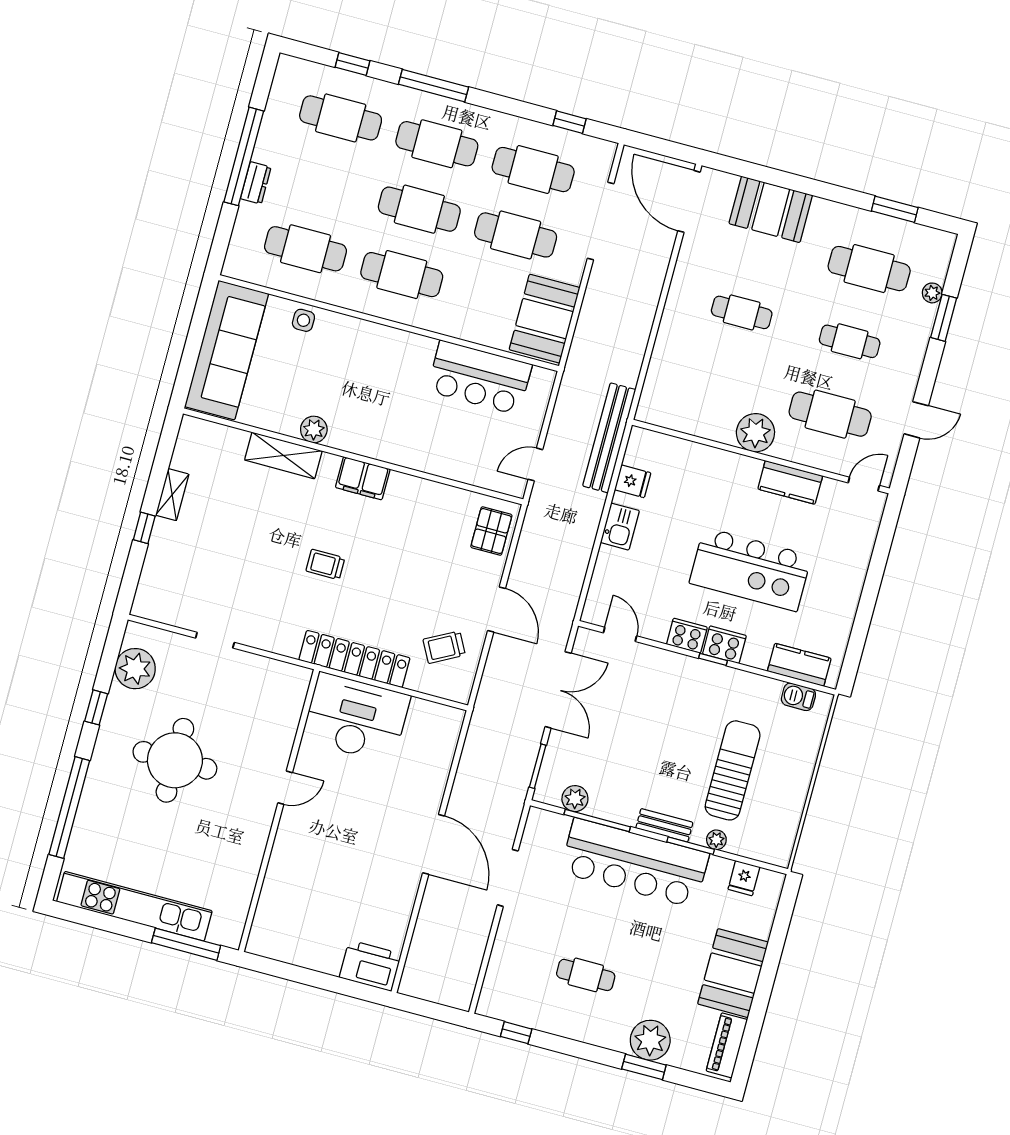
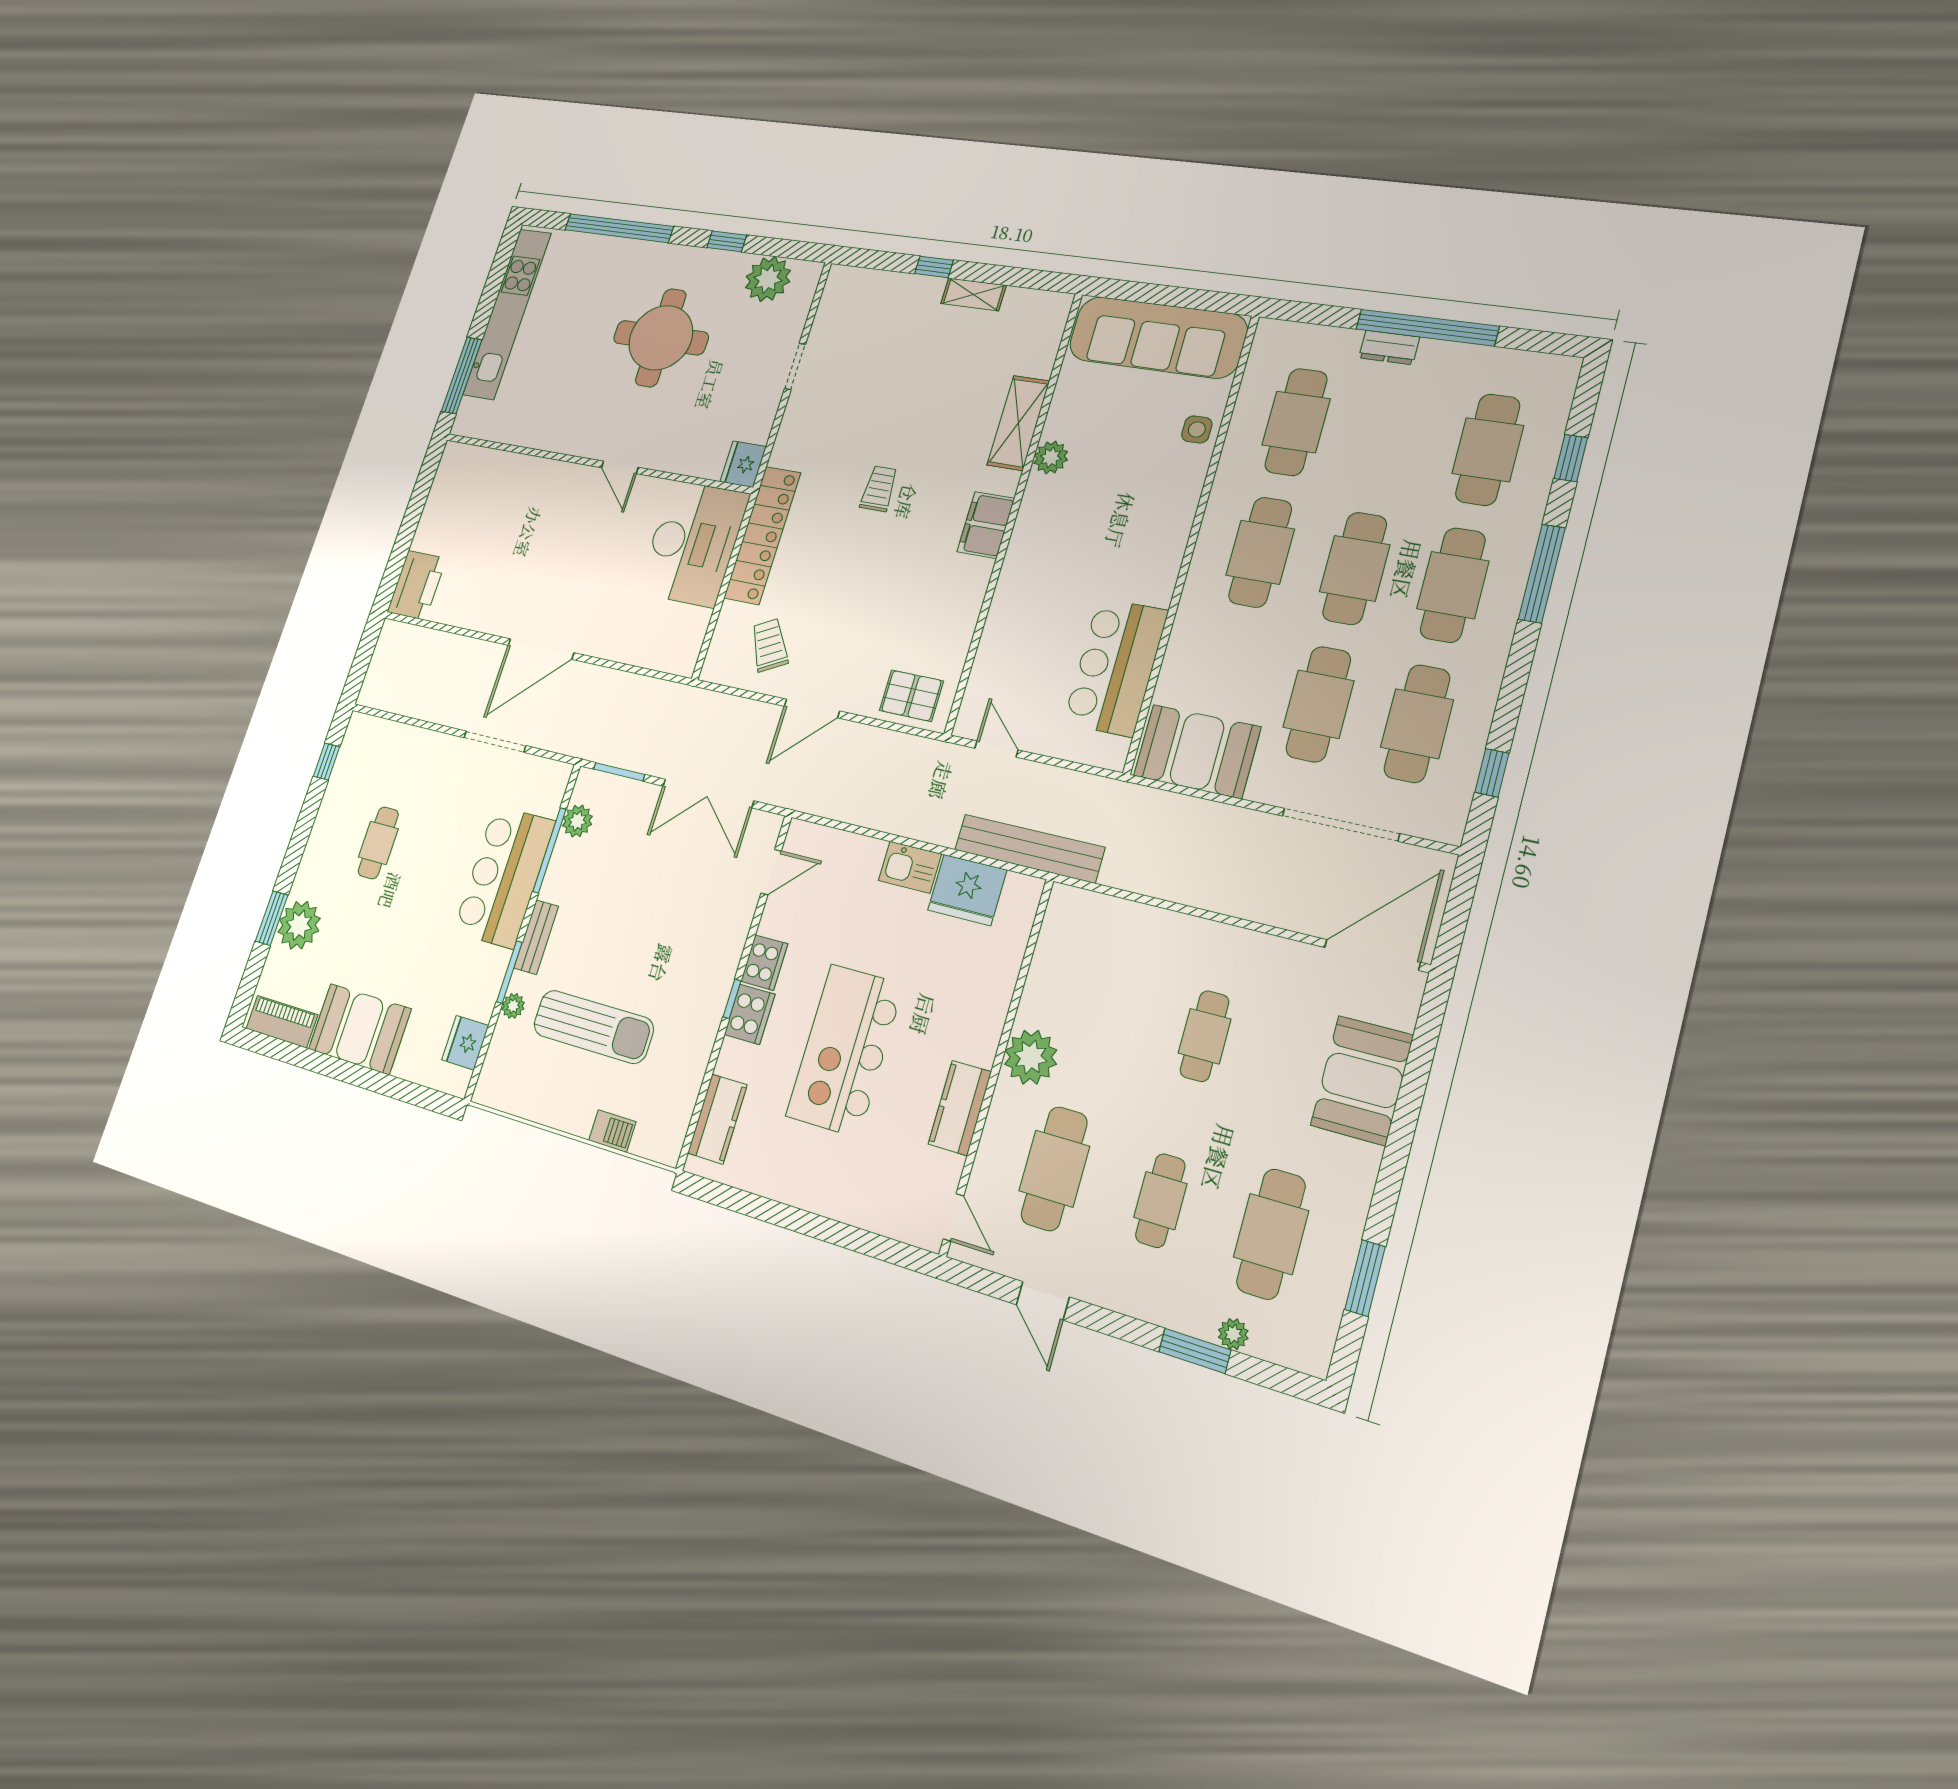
fridge: (633, 481) -> (967, 890), width x1.88, depth x1.34
fridge: (293, 679) -> (743, 464), added
barbecue: (798, 697) -> (612, 1131), moved, turned 90
bar counter: (635, 863) -> (504, 877), width x0.73
fridge: (744, 878) -> (465, 1043), width x1.38

